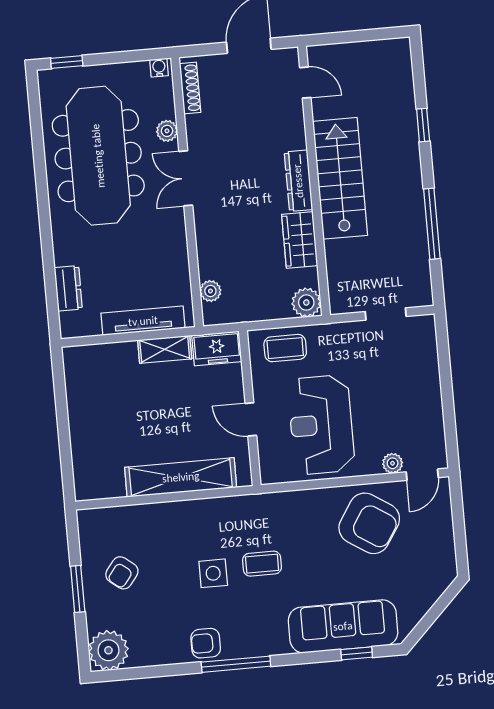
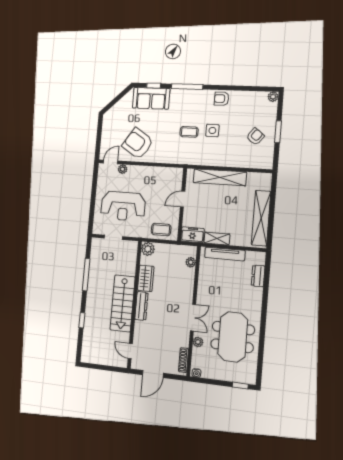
meeting table: (98, 156) -> (233, 337), width x0.73
shelving: (82, 406) -> (261, 218), added
door: (251, 419) -> (183, 199), swing flipped
reception desk: (321, 425) -> (123, 206), moved, turned 90
sofa: (343, 626) -> (151, 98), width x0.73
armchair: (206, 643) -> (222, 99), turned 180
plant: (108, 650) -> (273, 97), width x0.53, depth x0.53
window: (236, 664) -> (187, 87), moved

